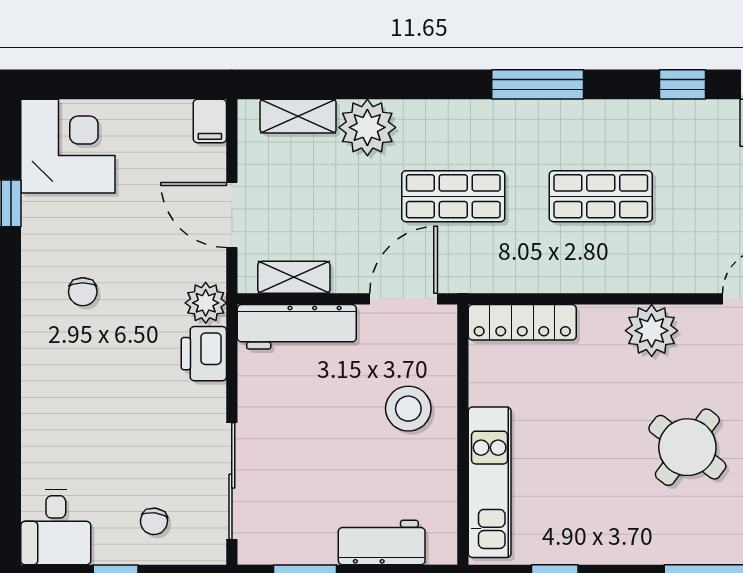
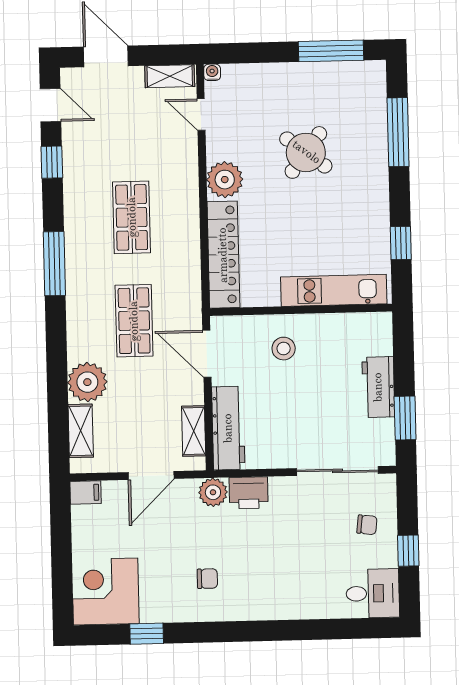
locker: (522, 322) -> (223, 255), width x1.41, depth x1.21
stool: (408, 409) -> (284, 349), width x0.73, depth x0.73
workbench: (382, 542) -> (378, 387), moved

